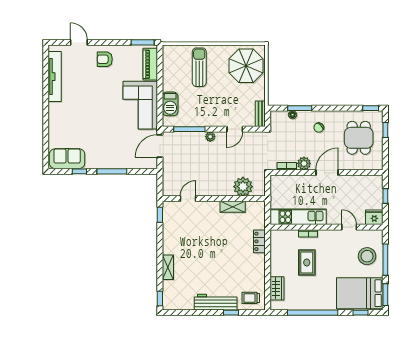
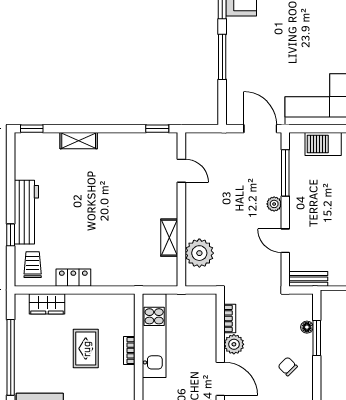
locker: (259, 241) -> (73, 278), moved
rug: (307, 263) -> (86, 349), turned 90

